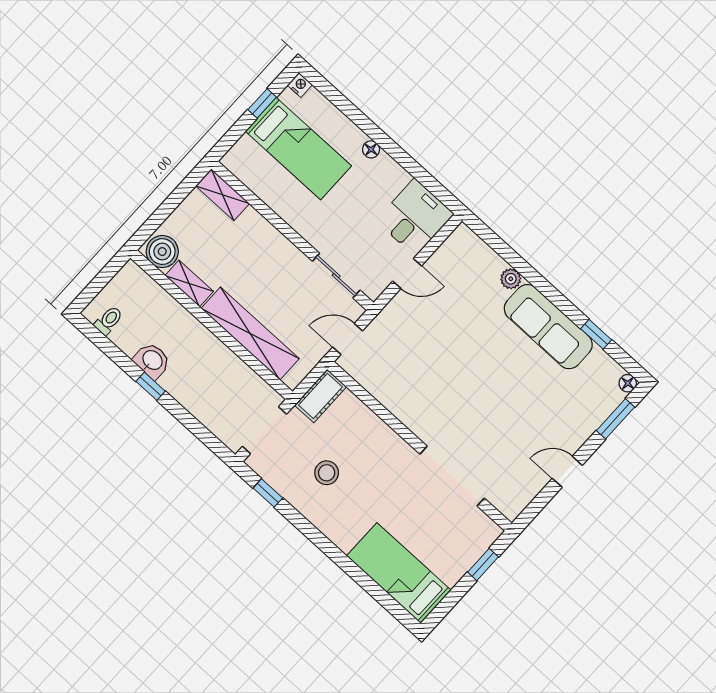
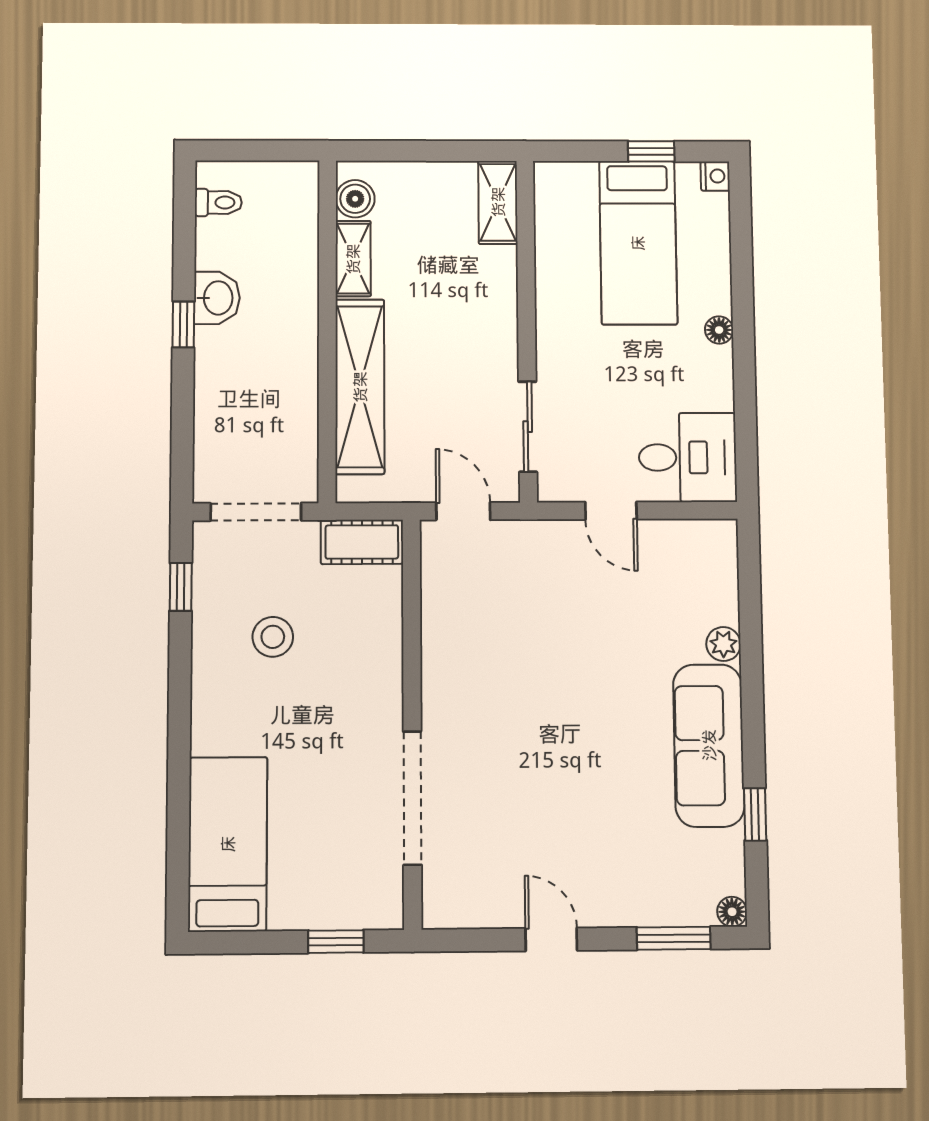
boiler: (162, 252) -> (355, 199), width x0.73, depth x0.73

